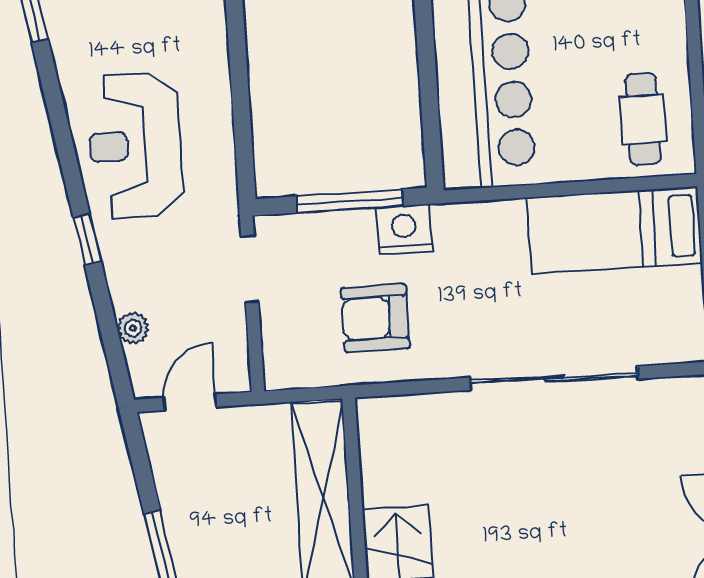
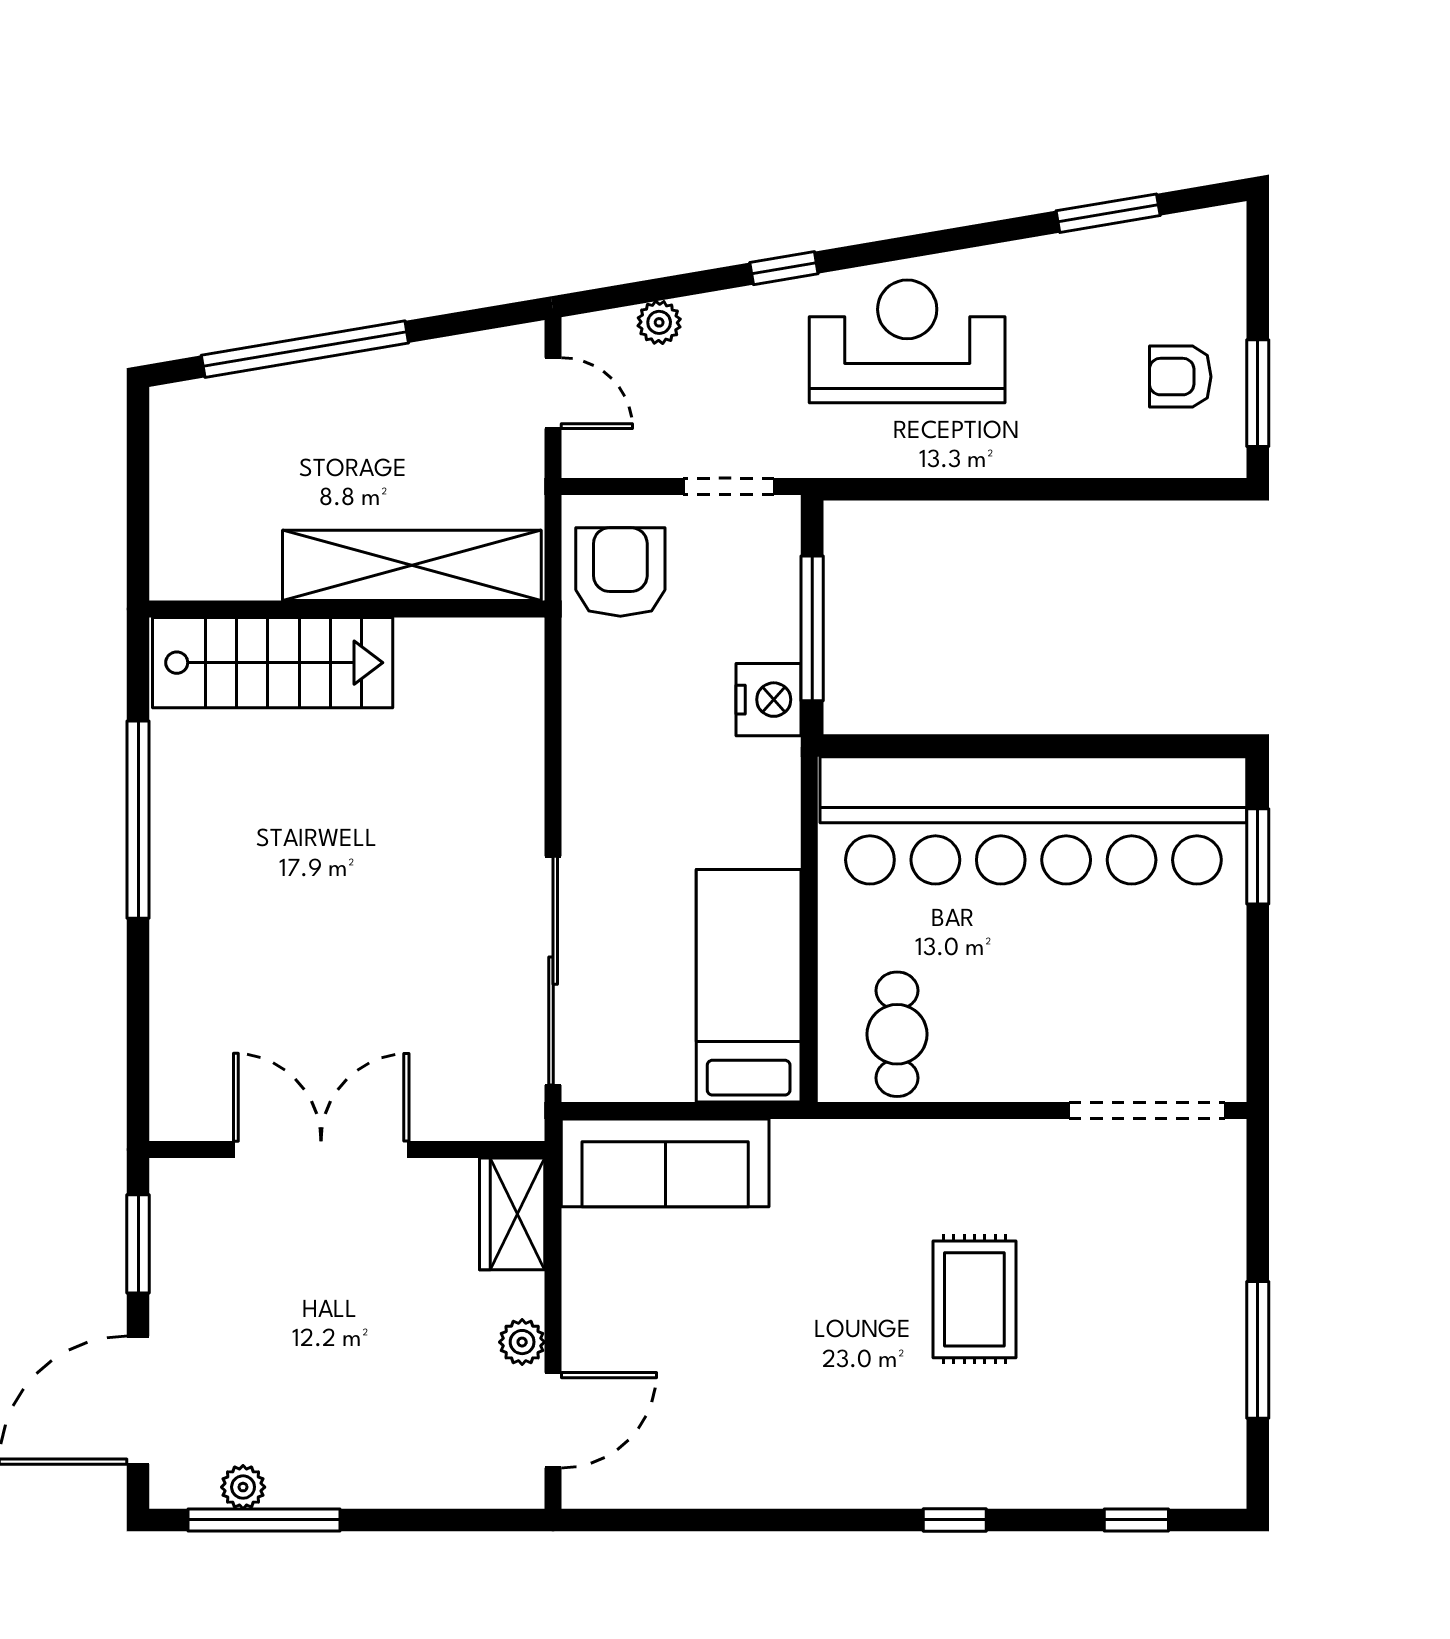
cafe table: (643, 119) -> (897, 1034), turned 90
armchair: (375, 318) -> (620, 572), moved
sliding door: (554, 378) -> (553, 971), moved

